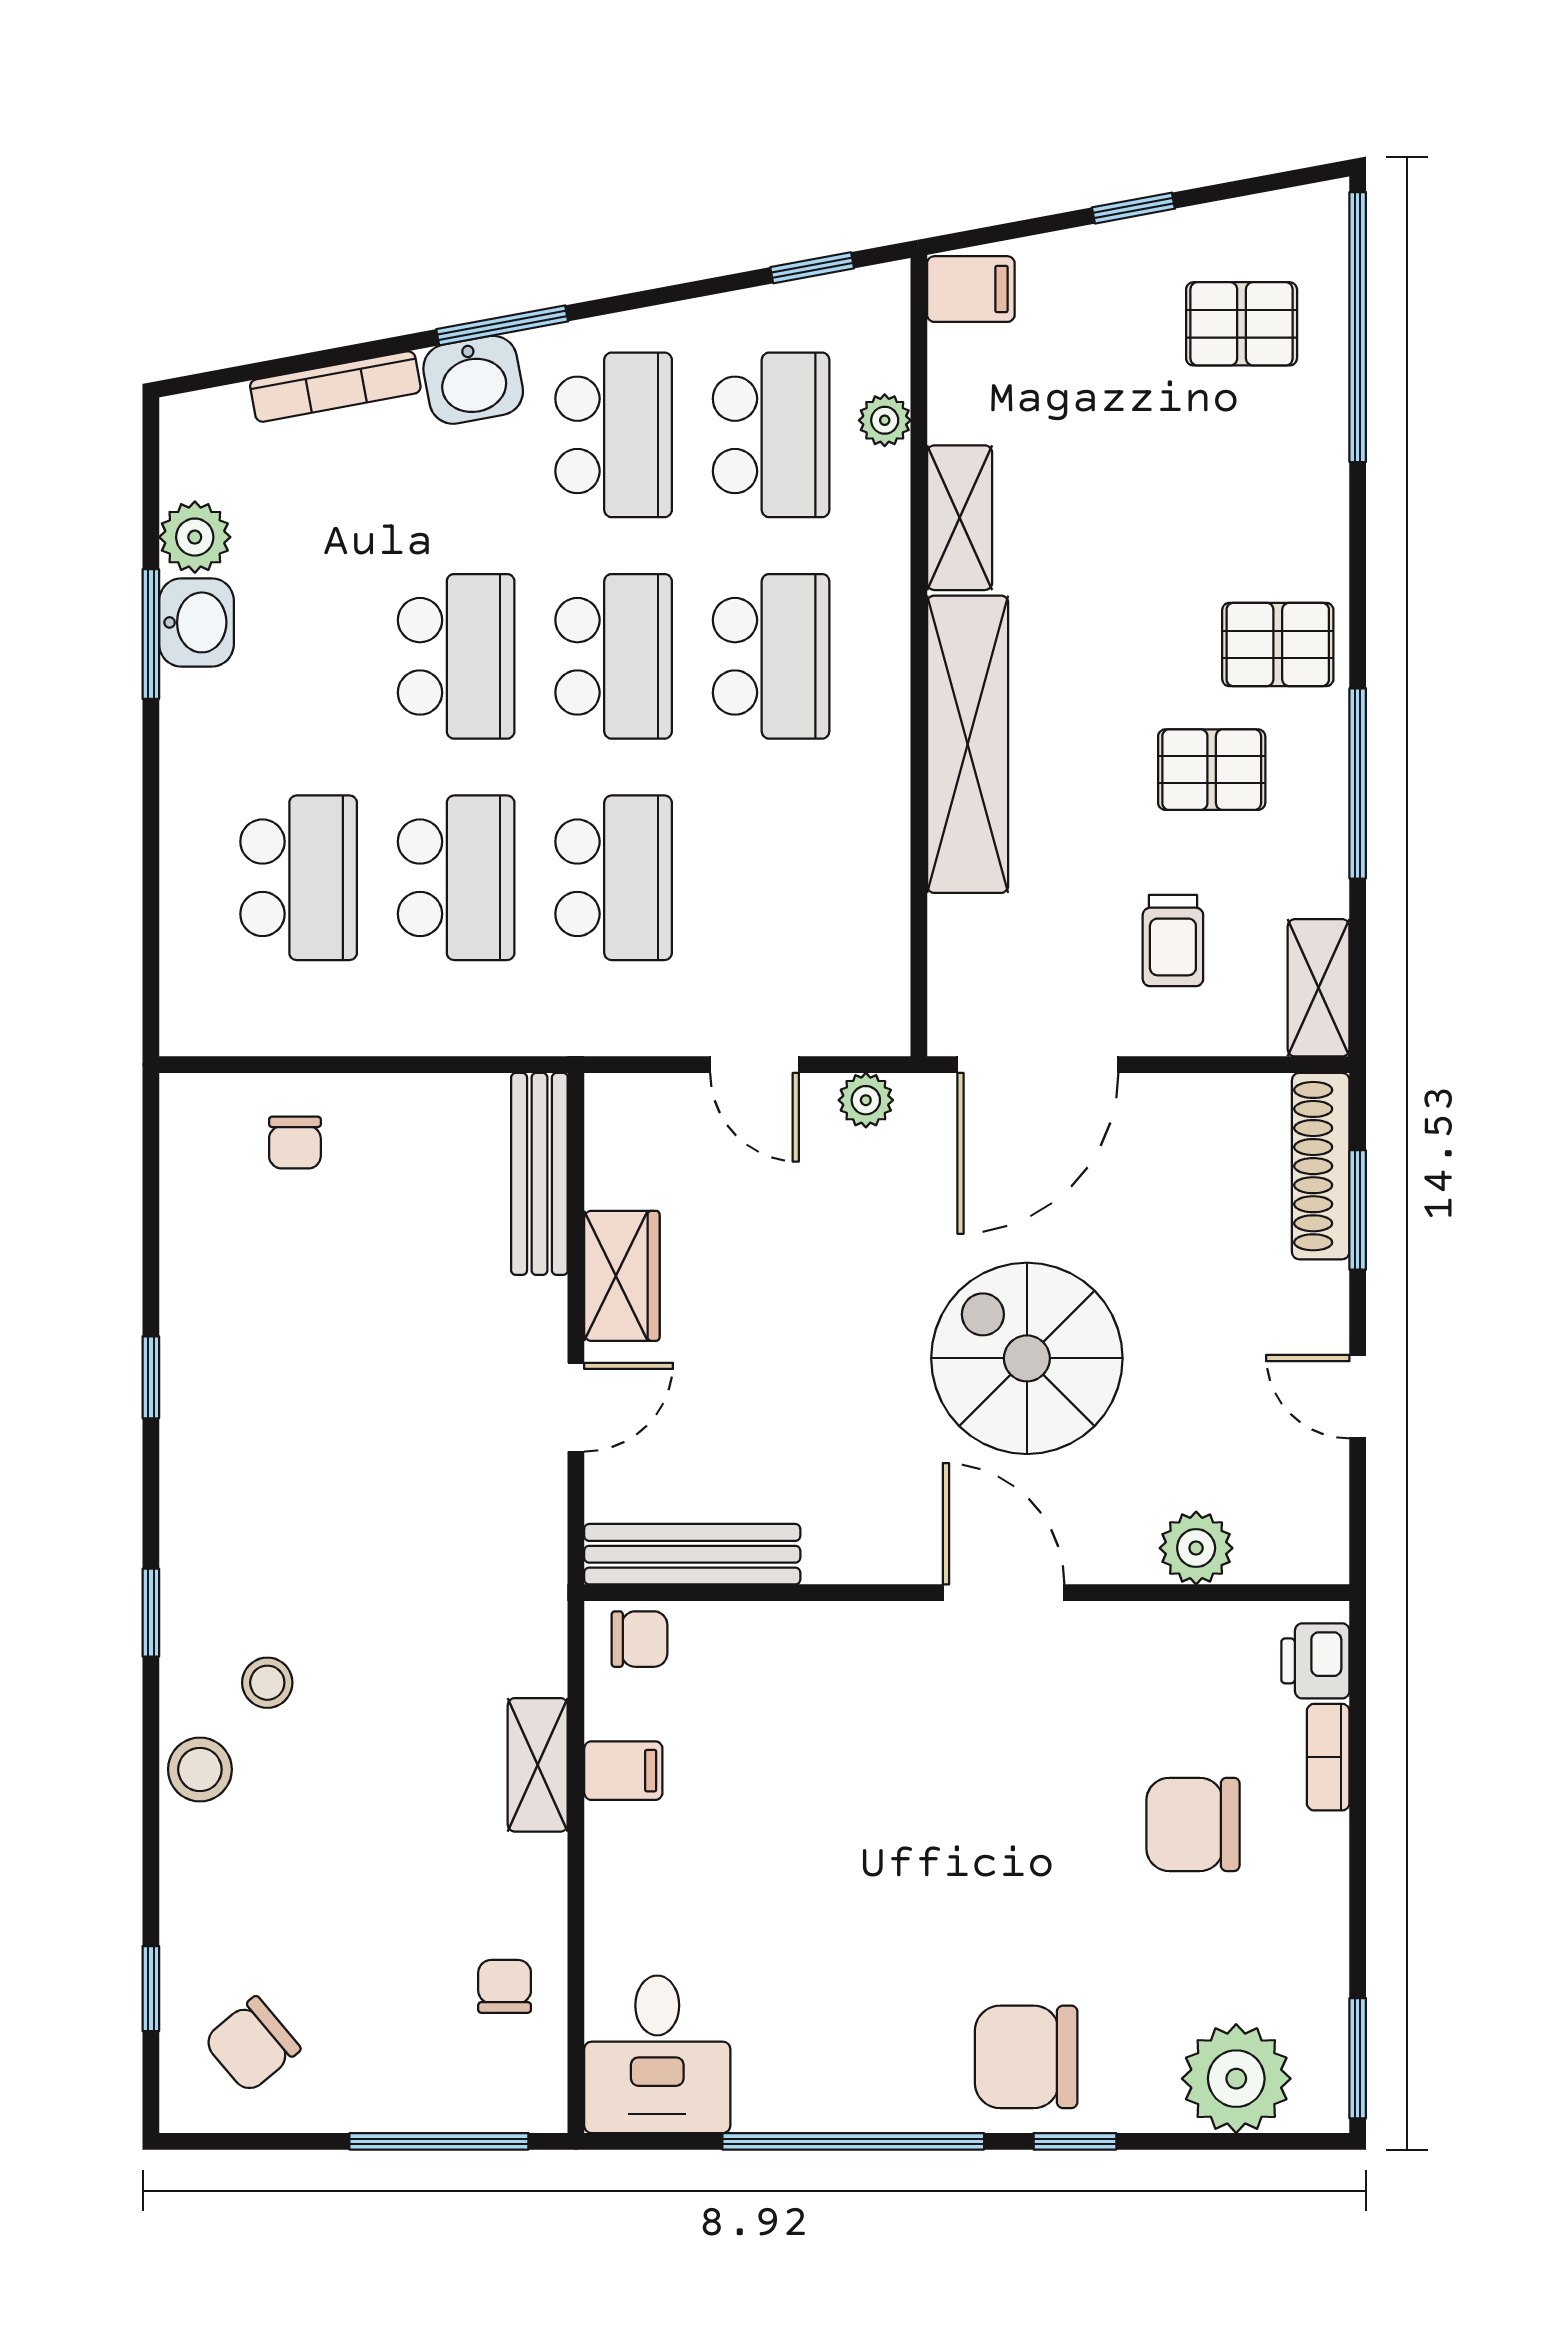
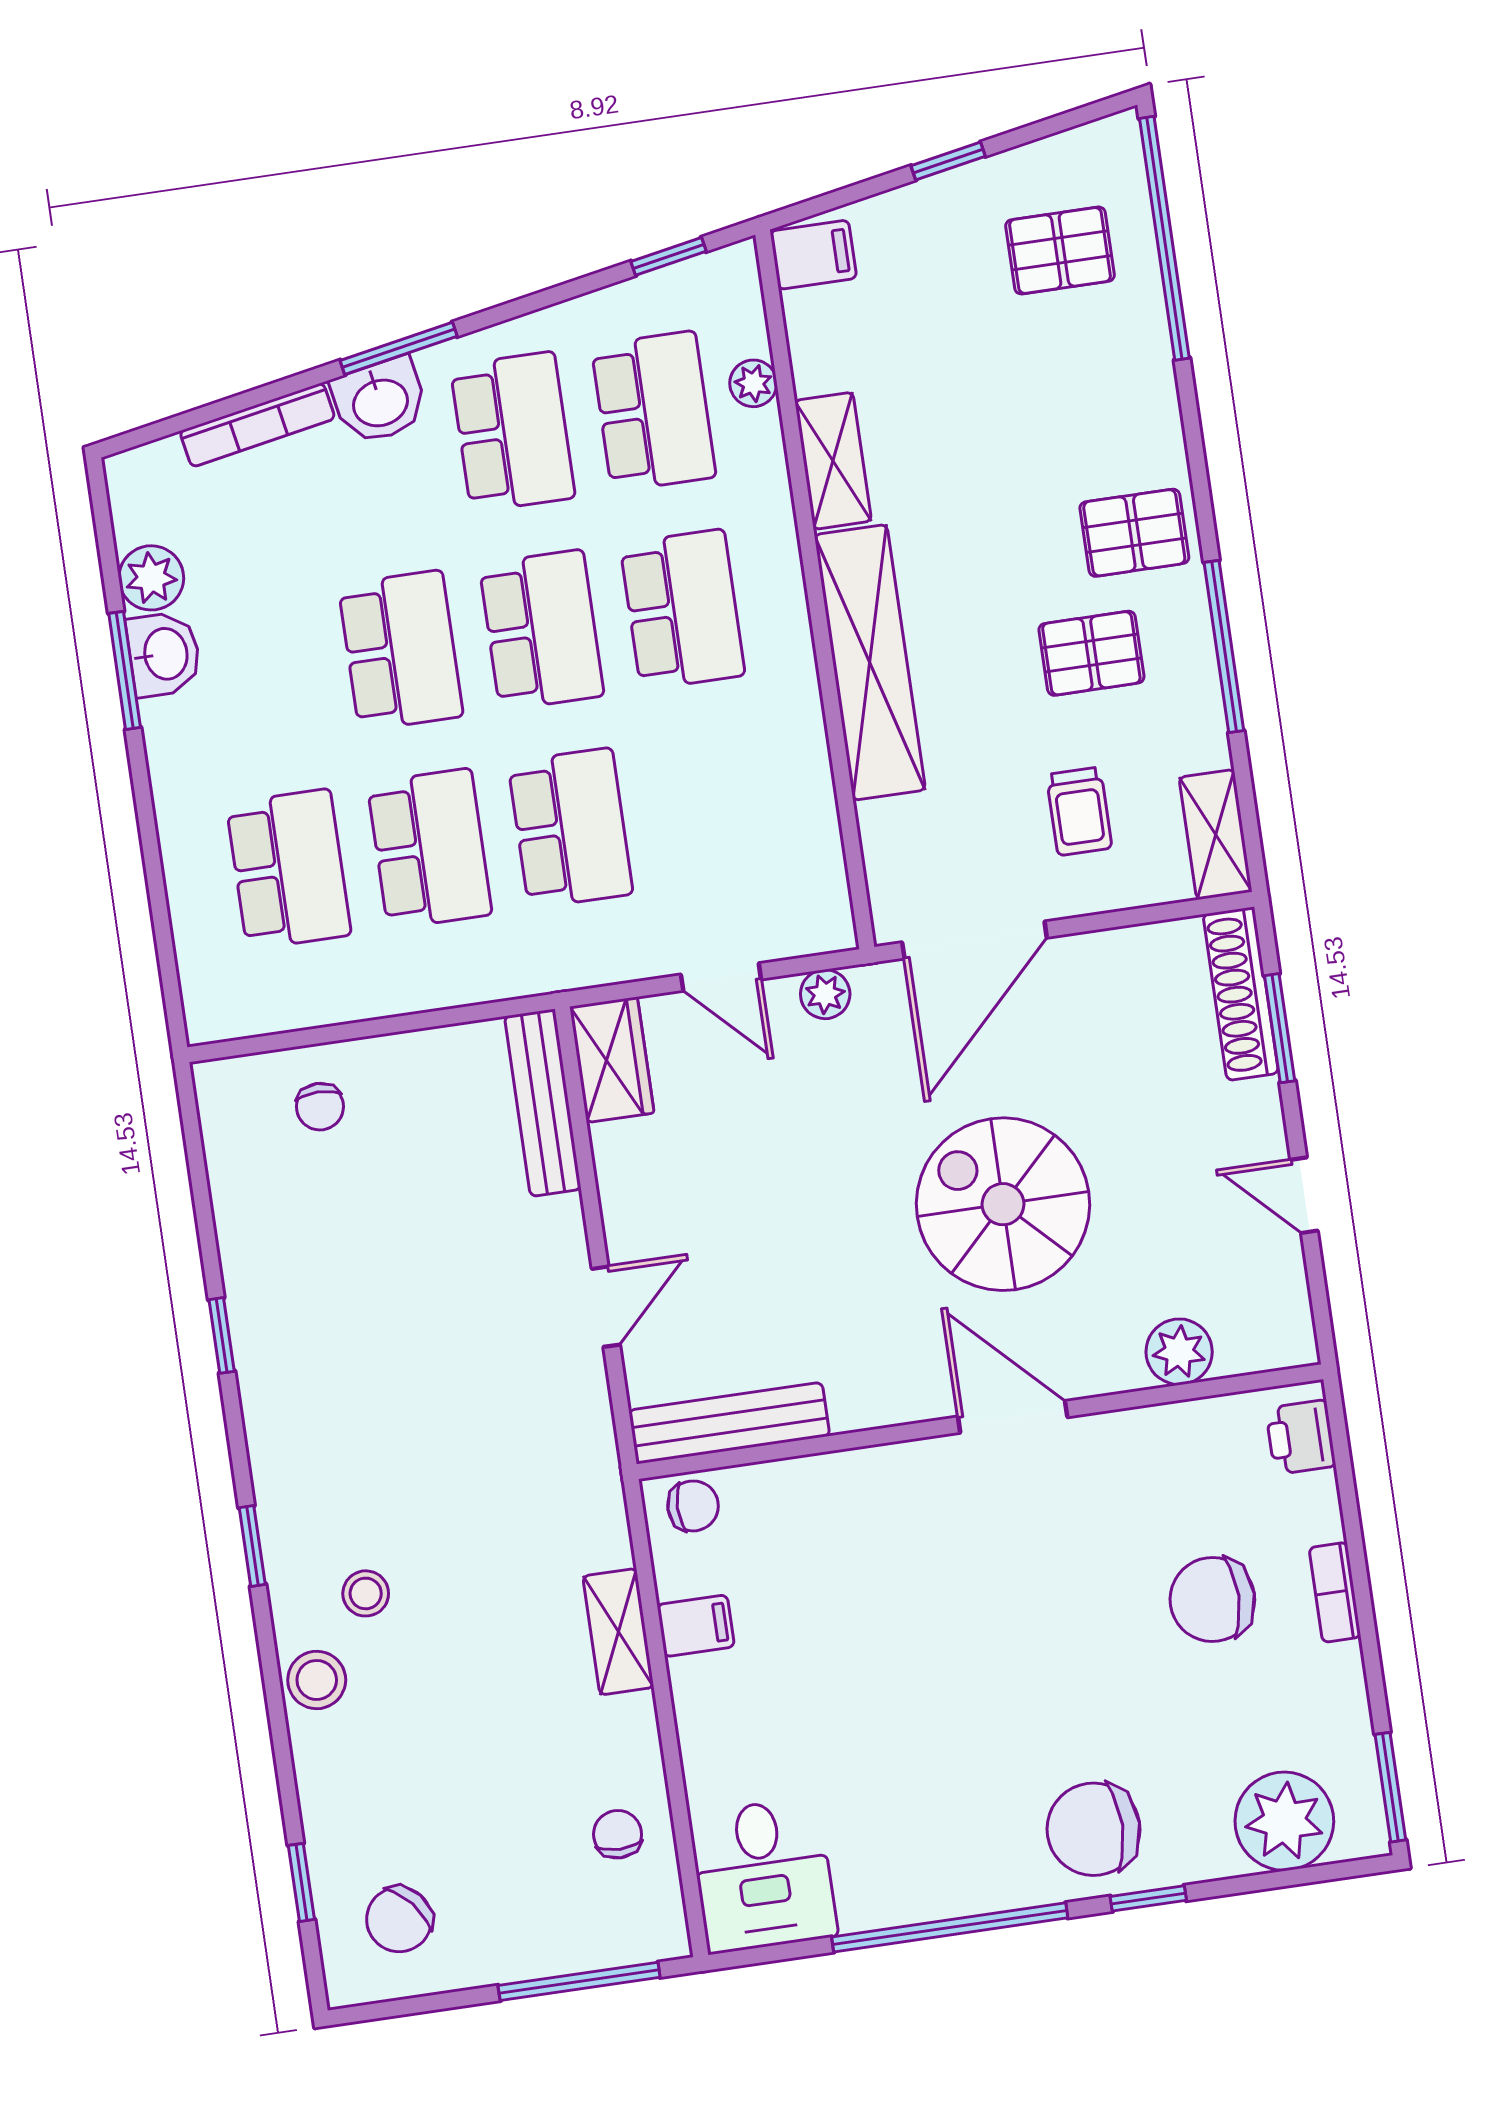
wardrobe: (622, 1276) -> (612, 1060), moved
bookcase: (1328, 1757) -> (1335, 1592), moved

